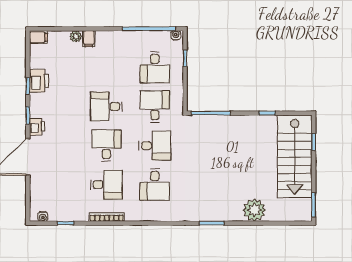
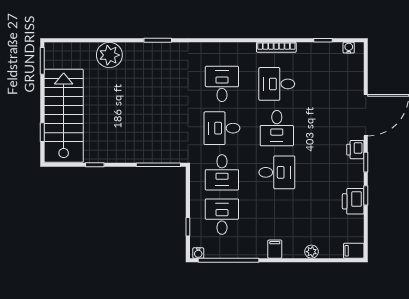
filing cabinet: (89, 39) -> (275, 249), moved

